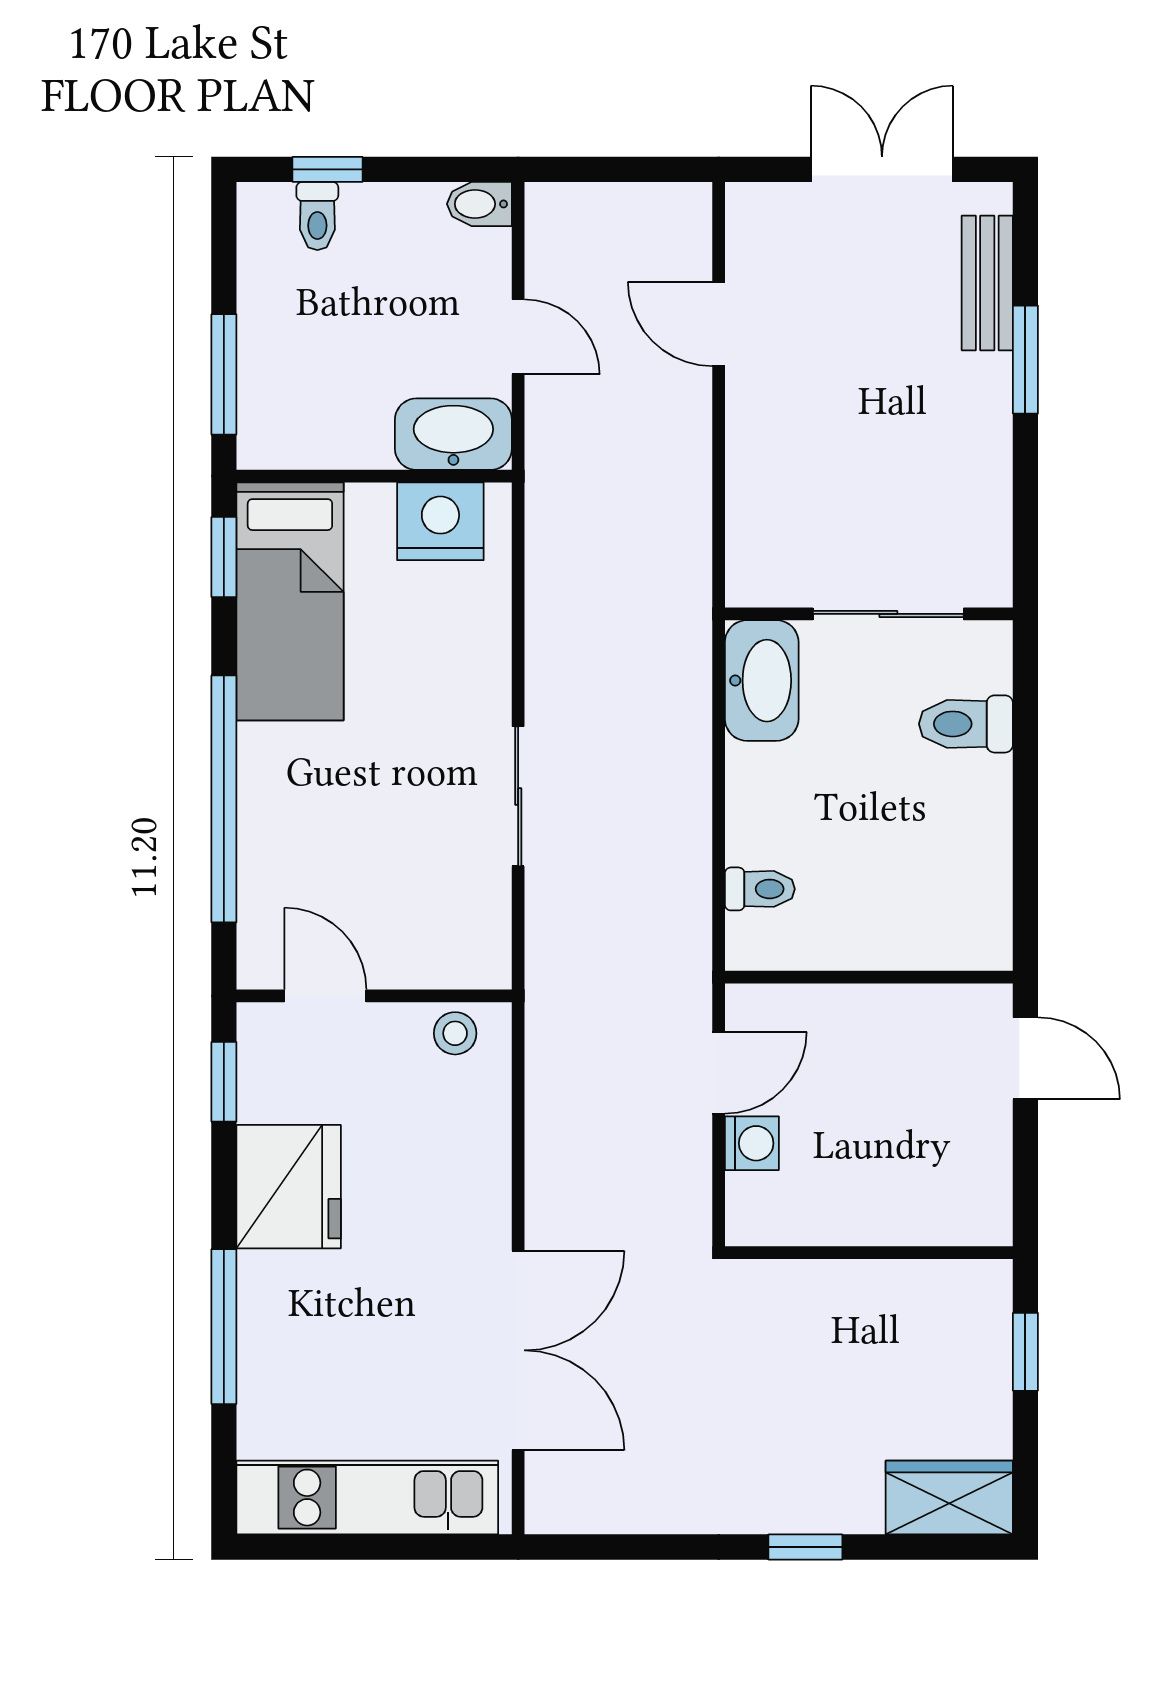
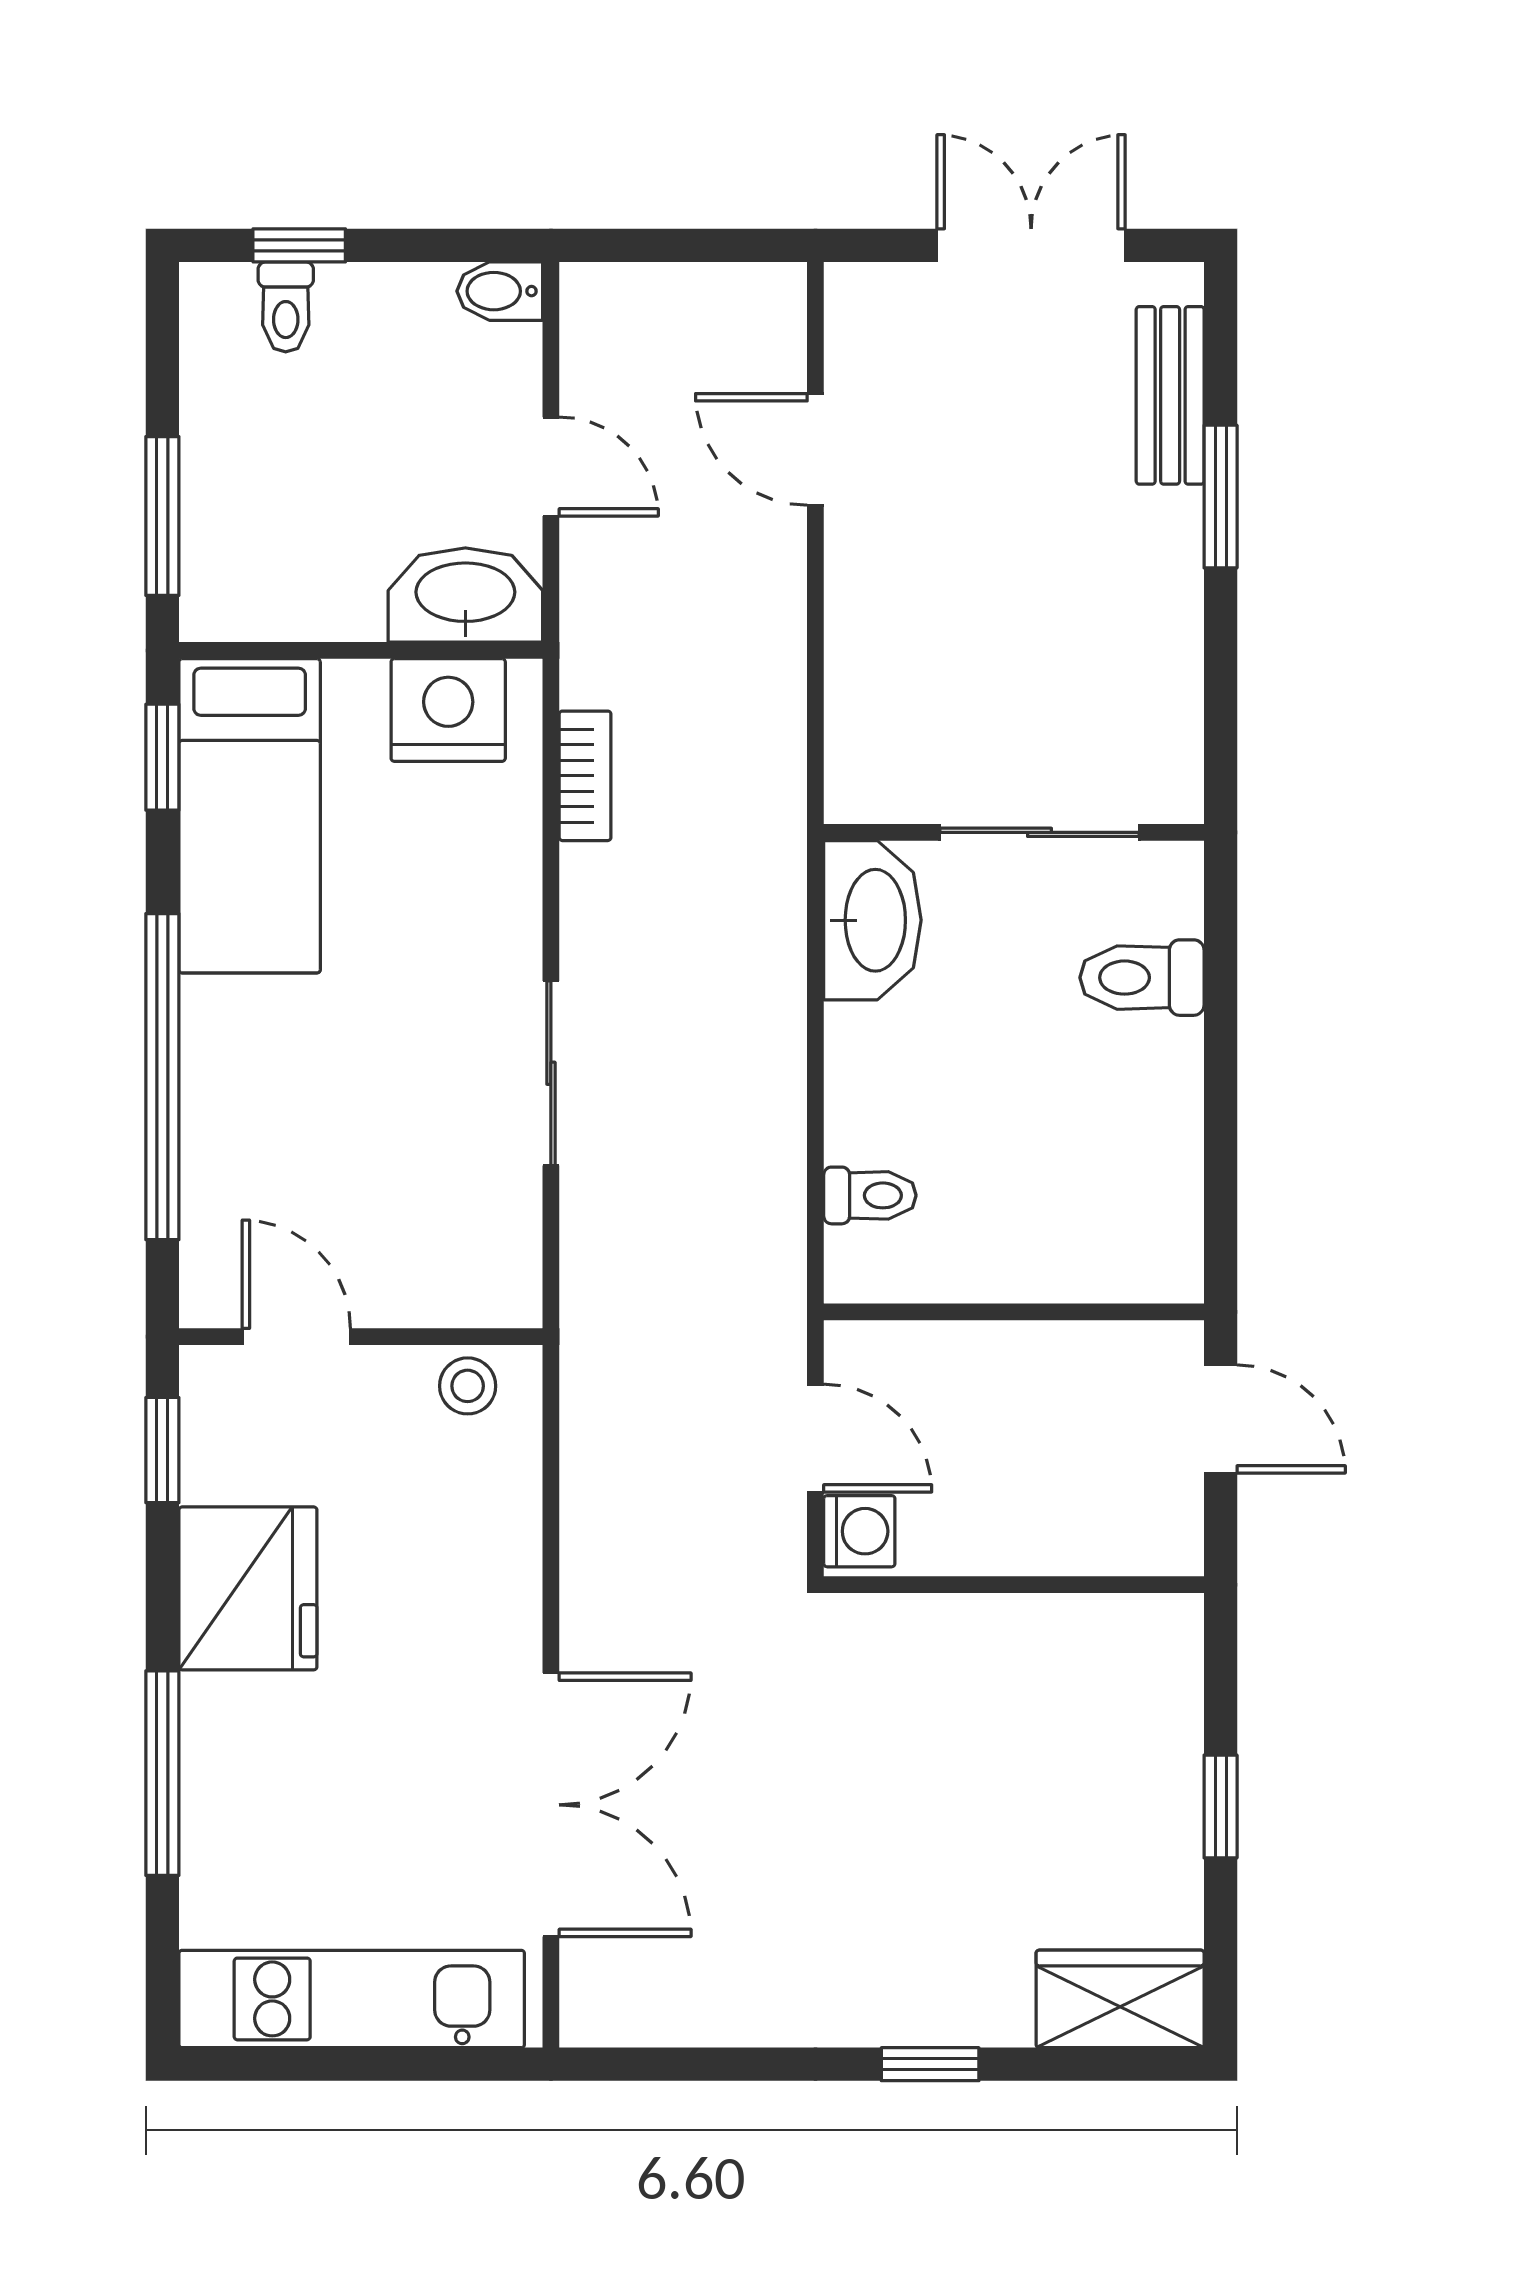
bookcase: (544, 571) -> (585, 776), added
door: (719, 1073) -> (815, 1438), hinge flipped
wall: (869, 1253) -> (1014, 1585), moved

